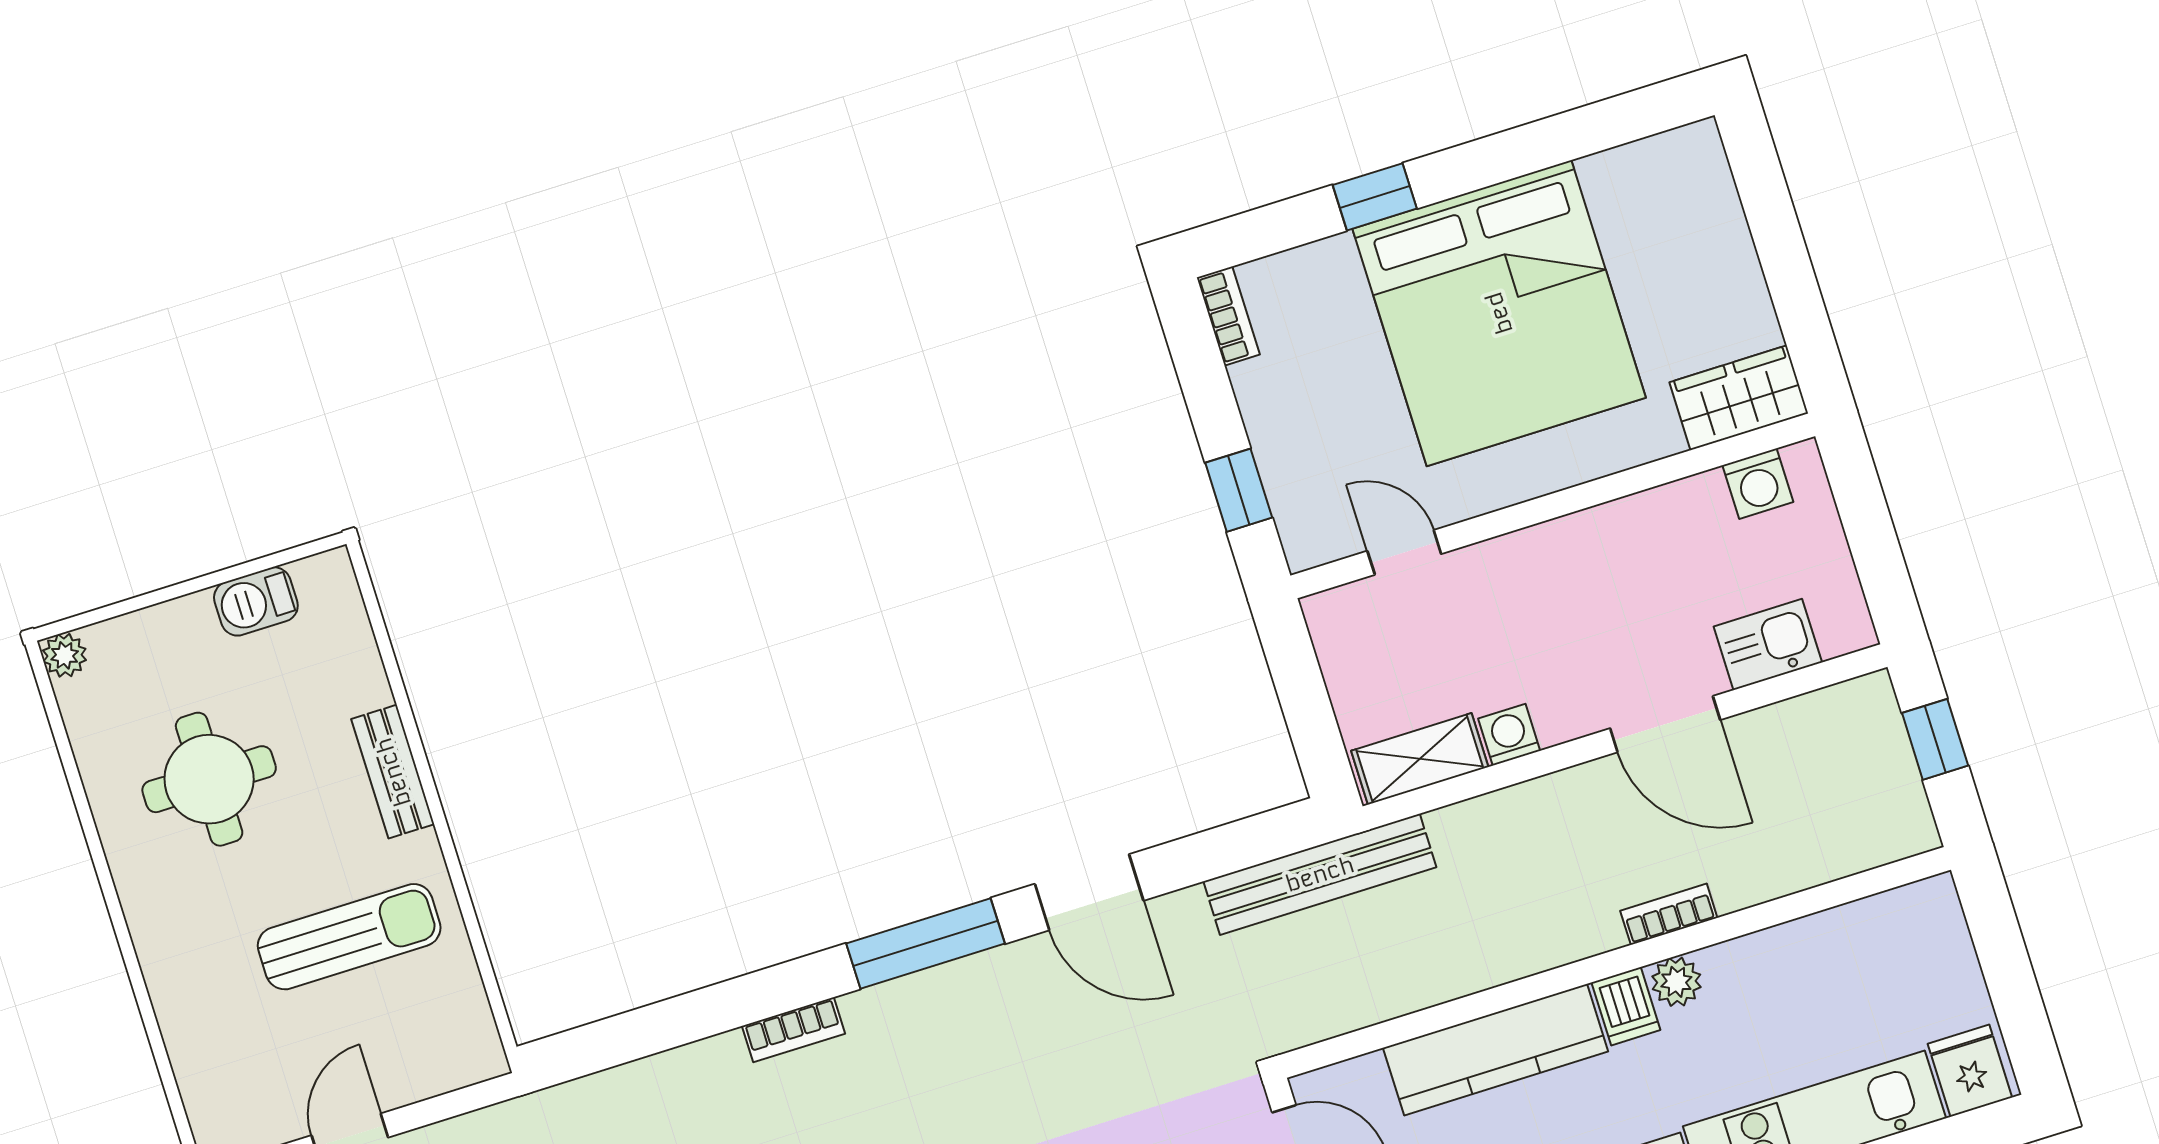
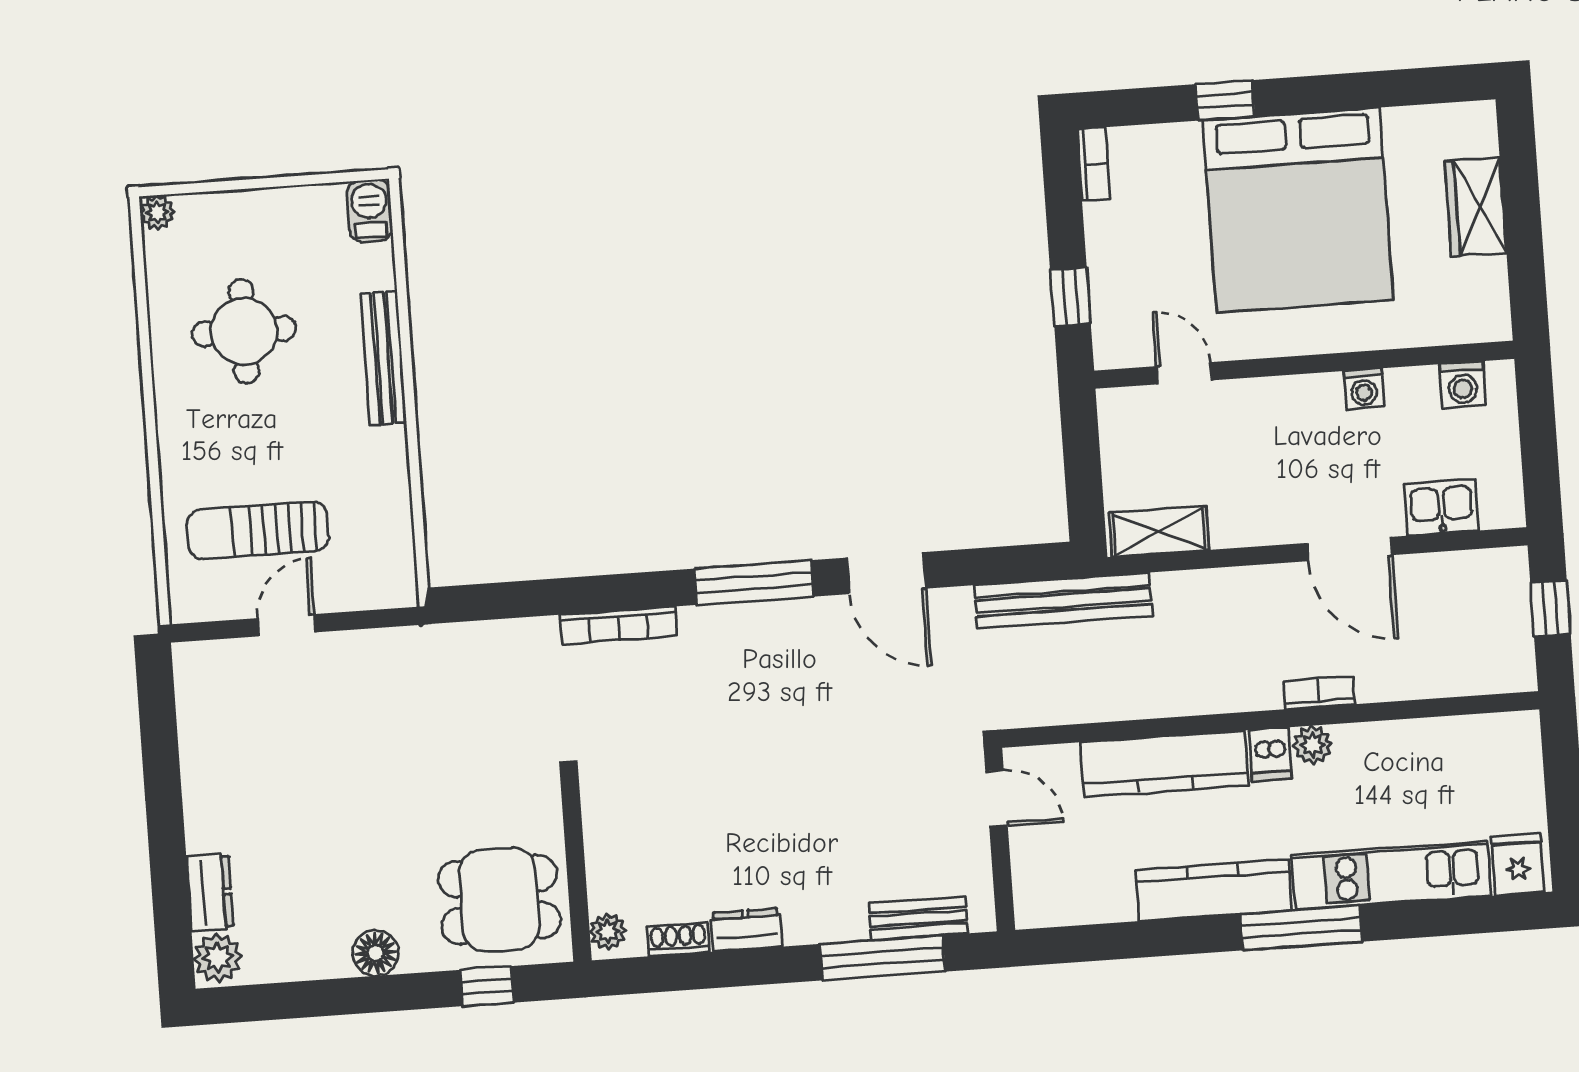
wardrobe: (1739, 398) -> (1476, 207), moved, turned -90
barbecue: (256, 601) -> (370, 210), moved, turned 90
washing machine: (1509, 735) -> (1364, 389), moved, turned 180
bench: (393, 772) -> (383, 358), width x1.36
sun lounger: (349, 937) -> (258, 530), moved, turned 180
bookcase: (793, 1030) -> (618, 626), width x1.56

